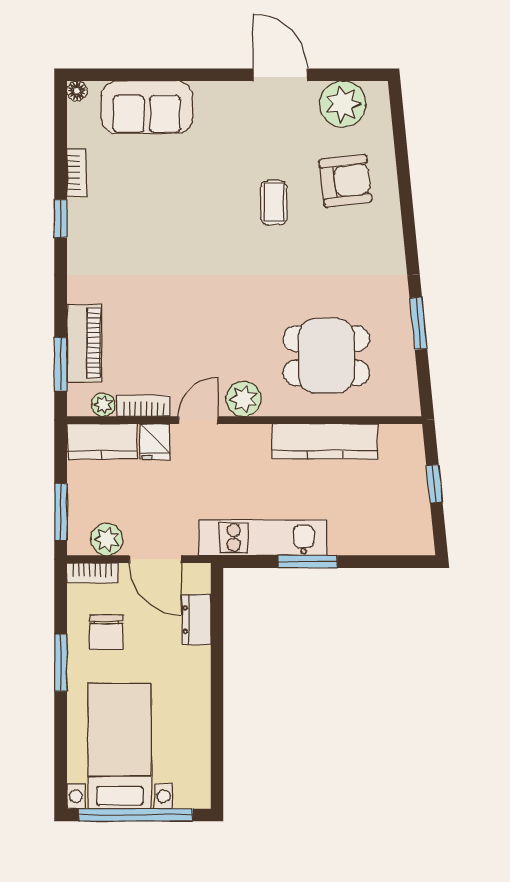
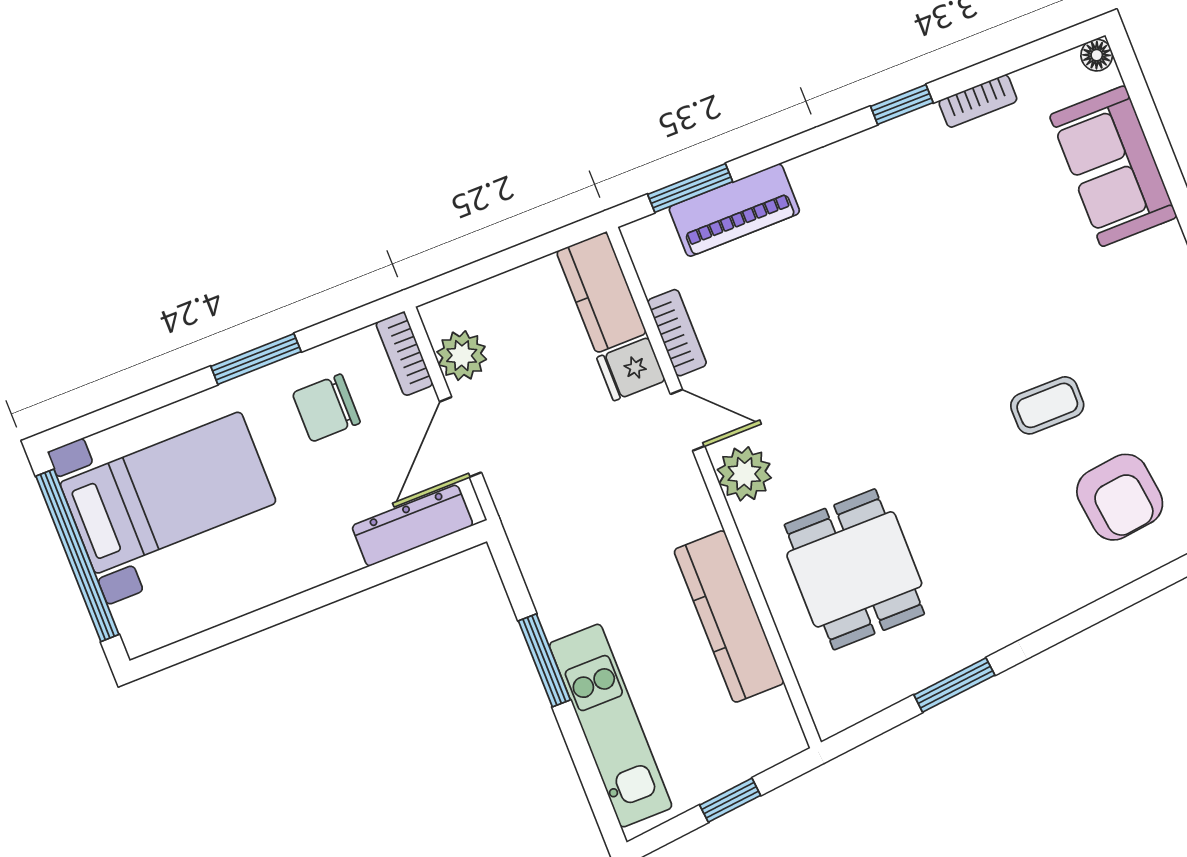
plant: (103, 405) -> (655, 273), removed
window: (61, 512) -> (475, 273), removed
kitchen unit: (263, 538) -> (611, 726), moved
dresser: (197, 620) -> (412, 526), width x1.44

